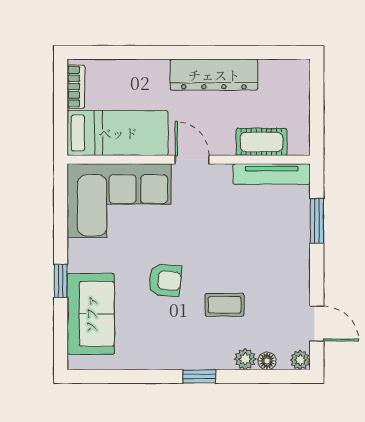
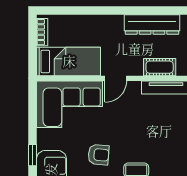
dresser: (214, 75) -> (152, 25), moved
door: (192, 160) -> (116, 78), swing flipped

